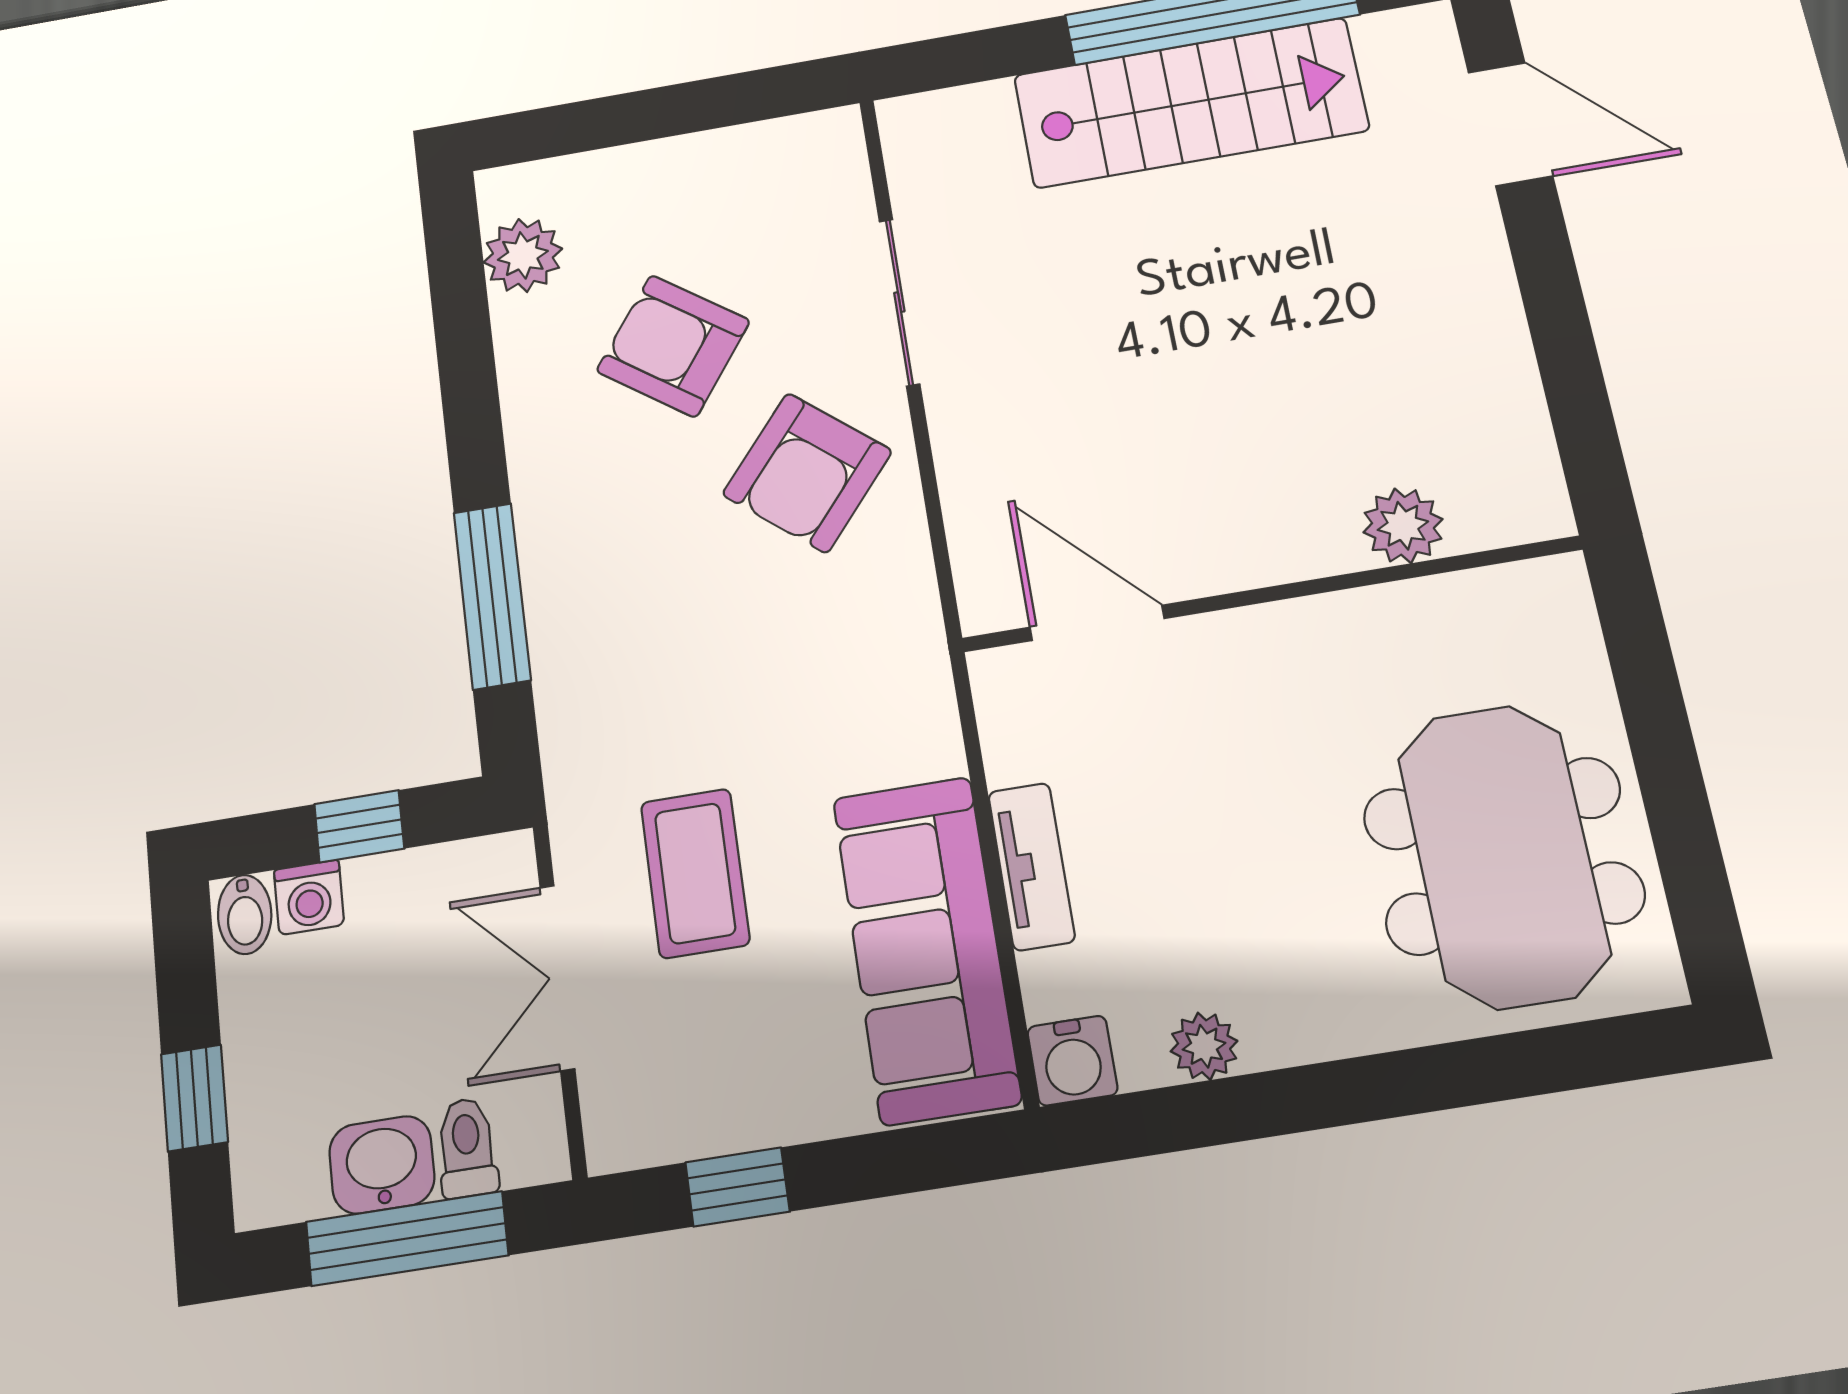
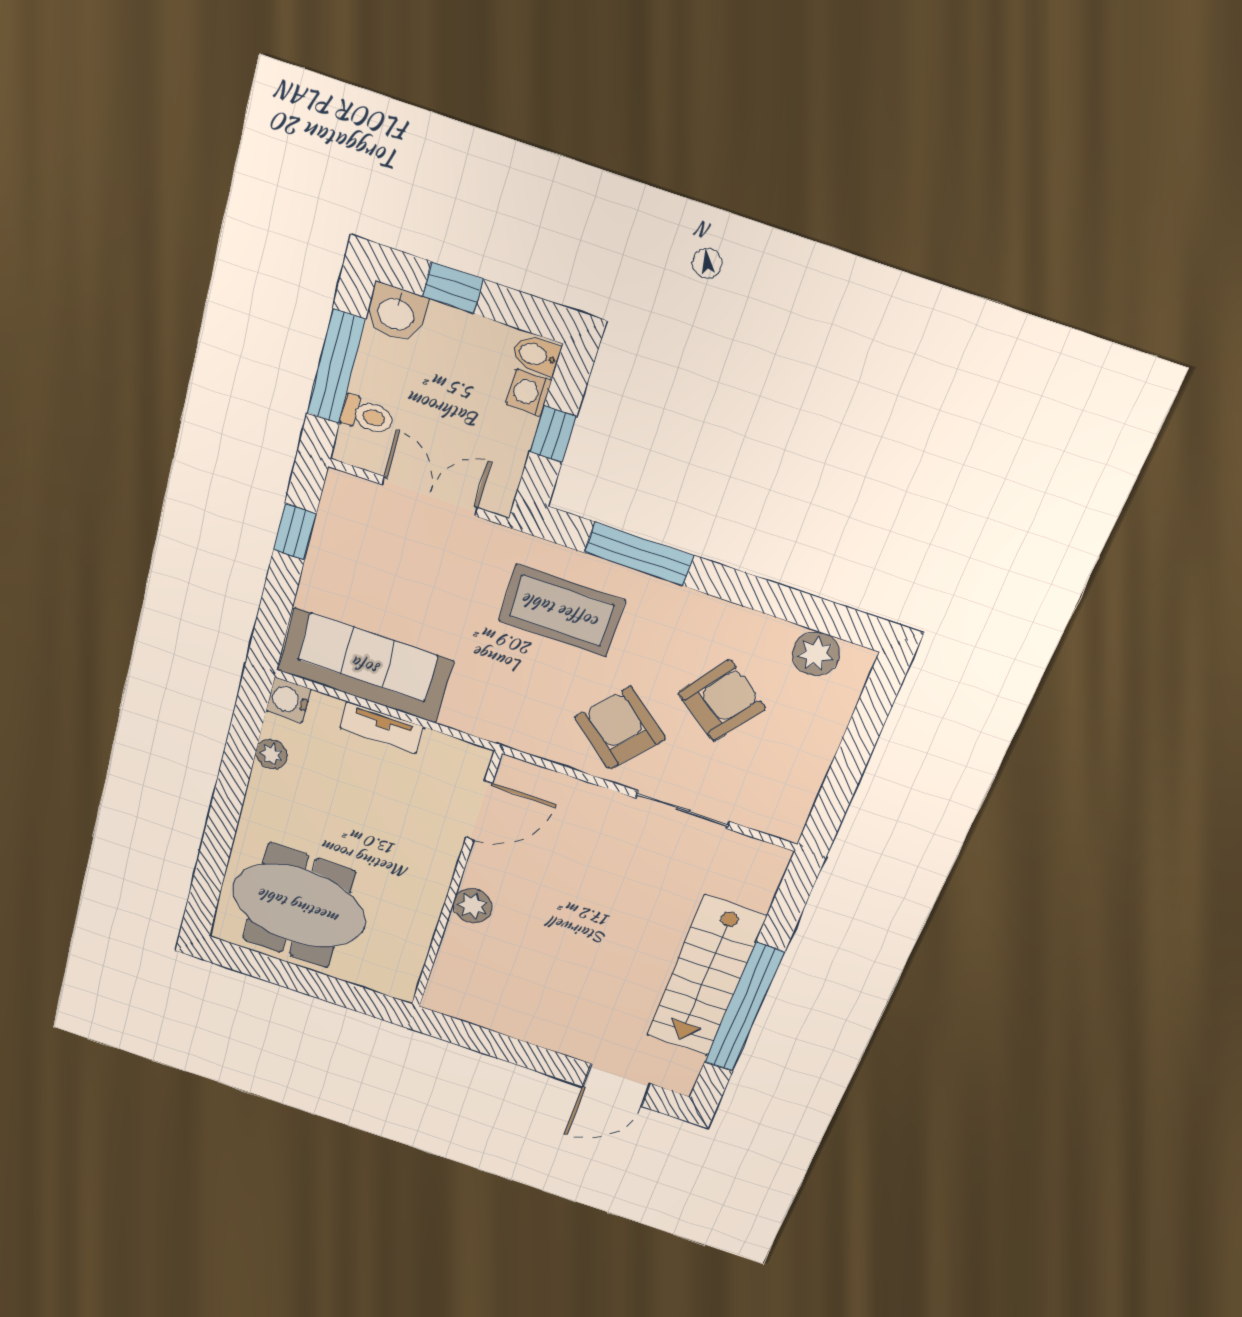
plant: (1403, 526) -> (473, 906), moved
coffee table: (695, 873) -> (561, 611), moved, width x1.36, depth x1.32
washbasin: (382, 1165) -> (396, 313), moved, turned 90

